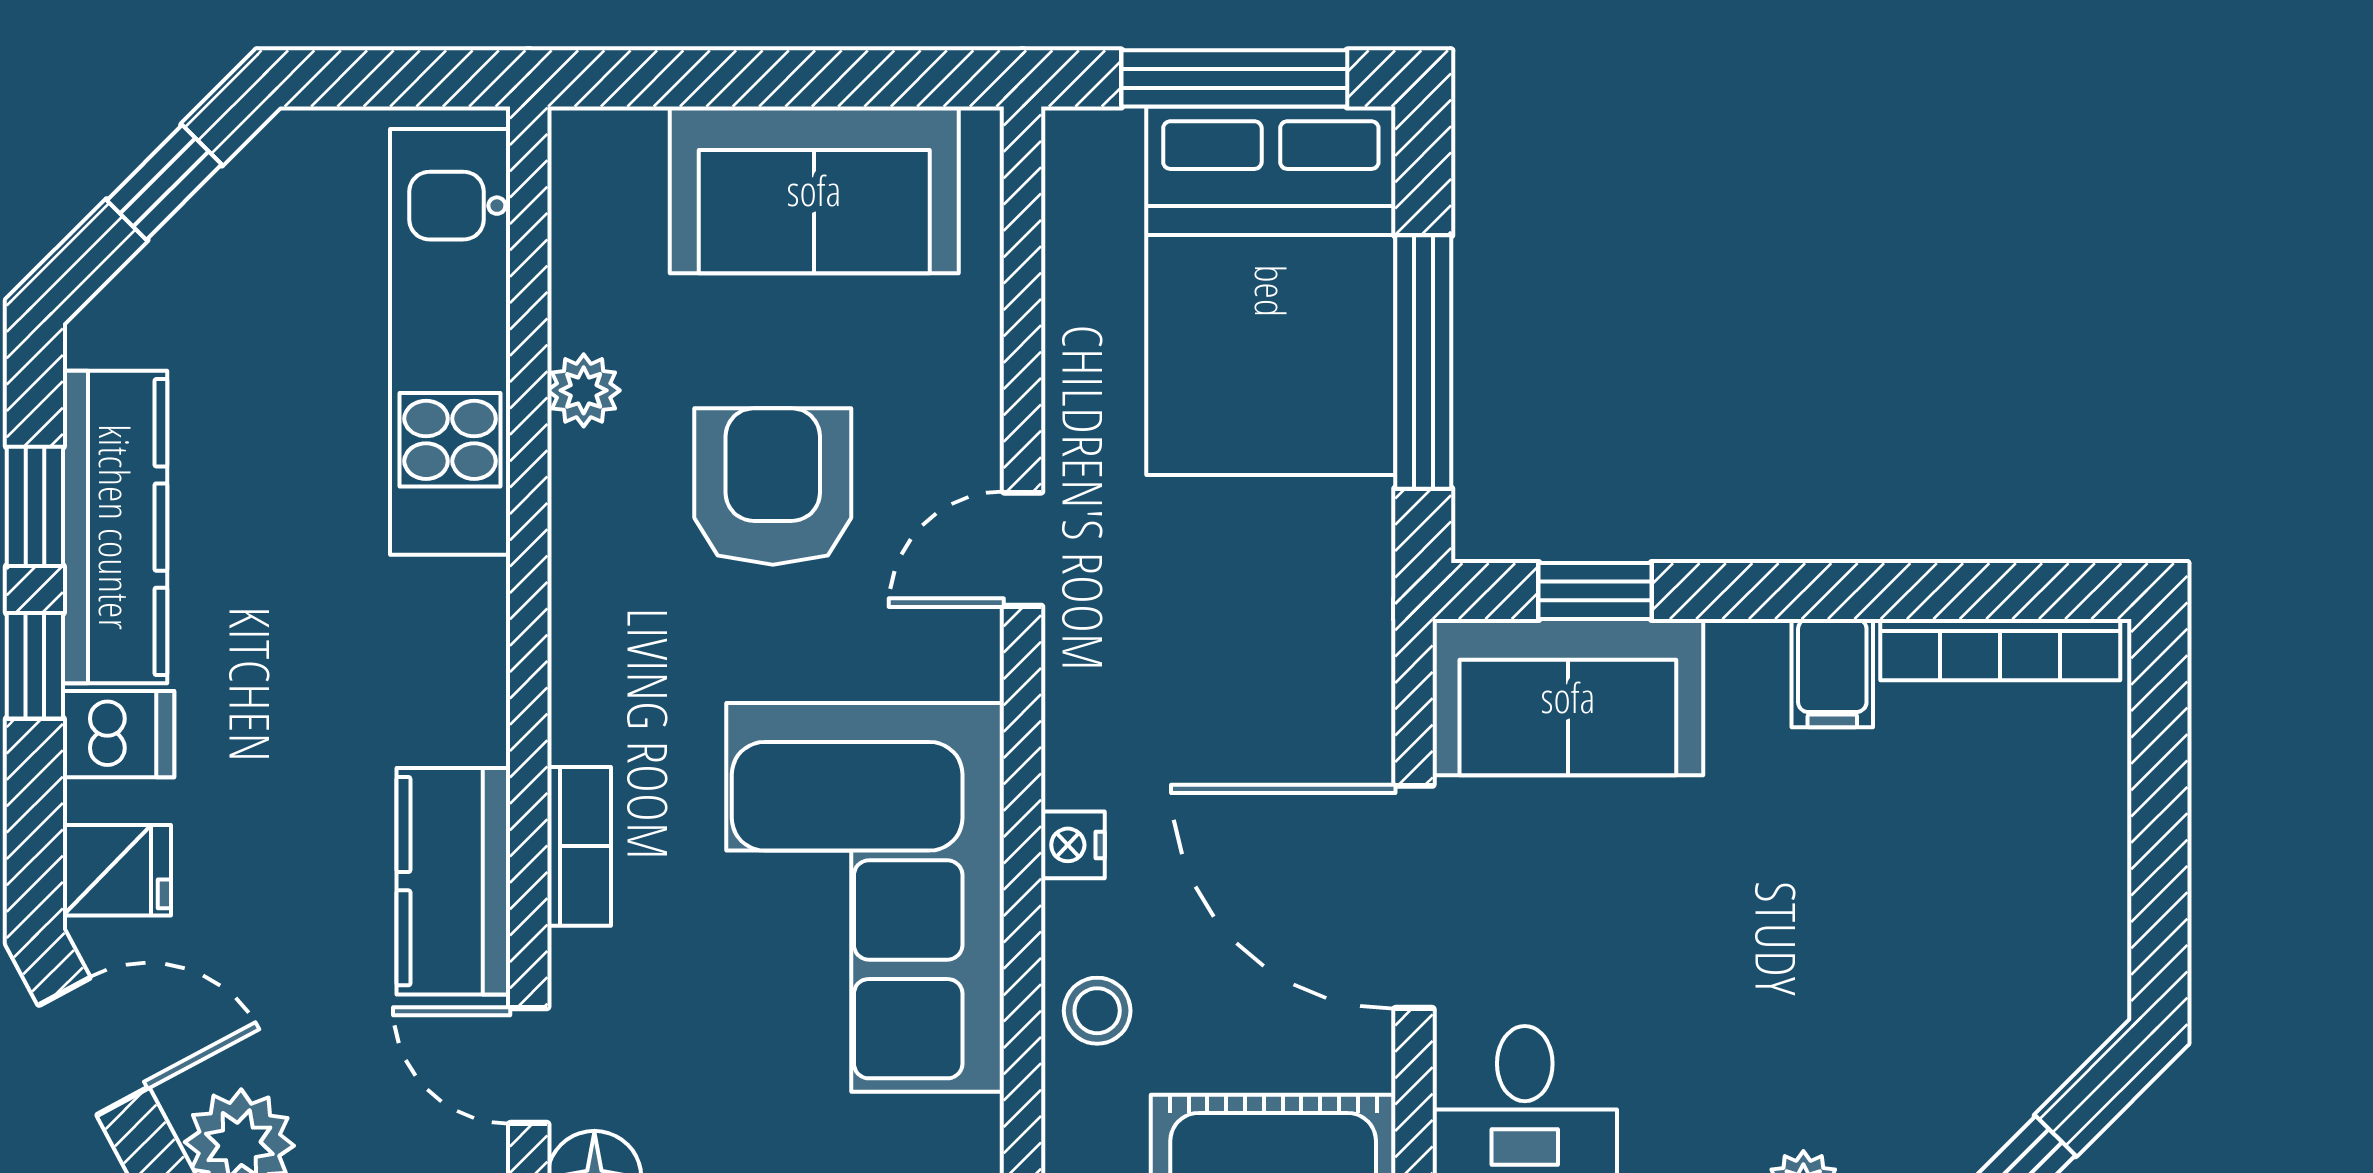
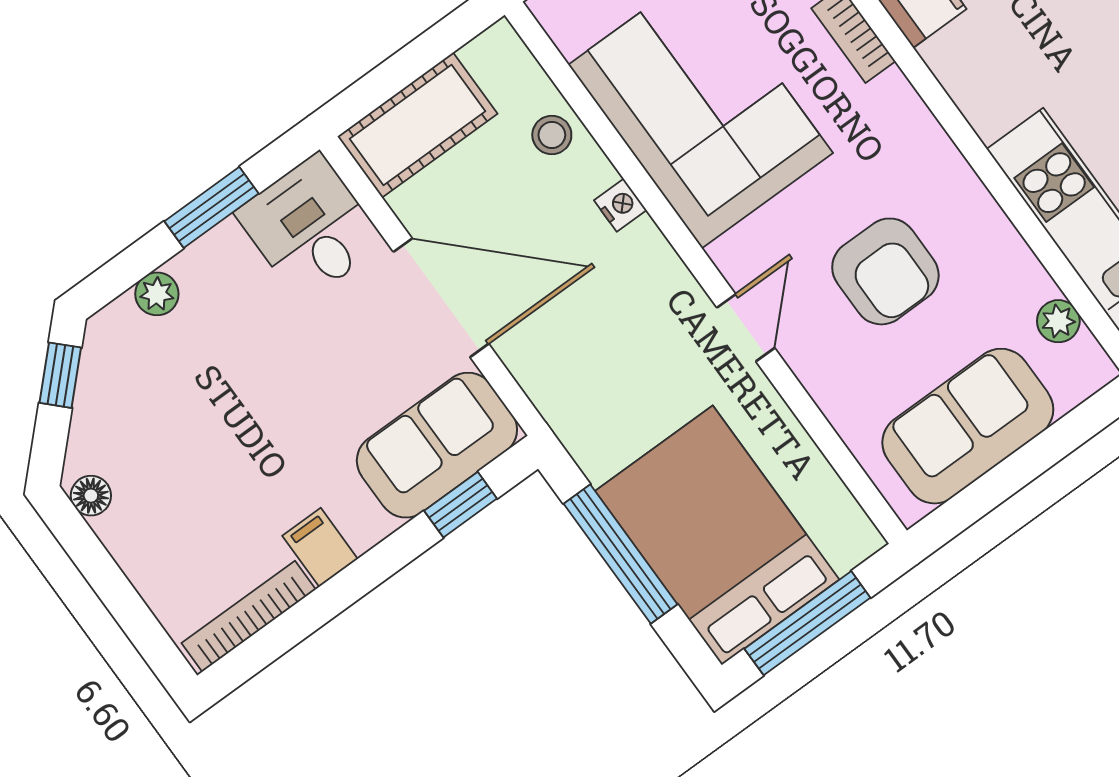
plant: (584, 390) -> (1058, 321), moved
floor lamp: (2097, 975) -> (91, 496), added

